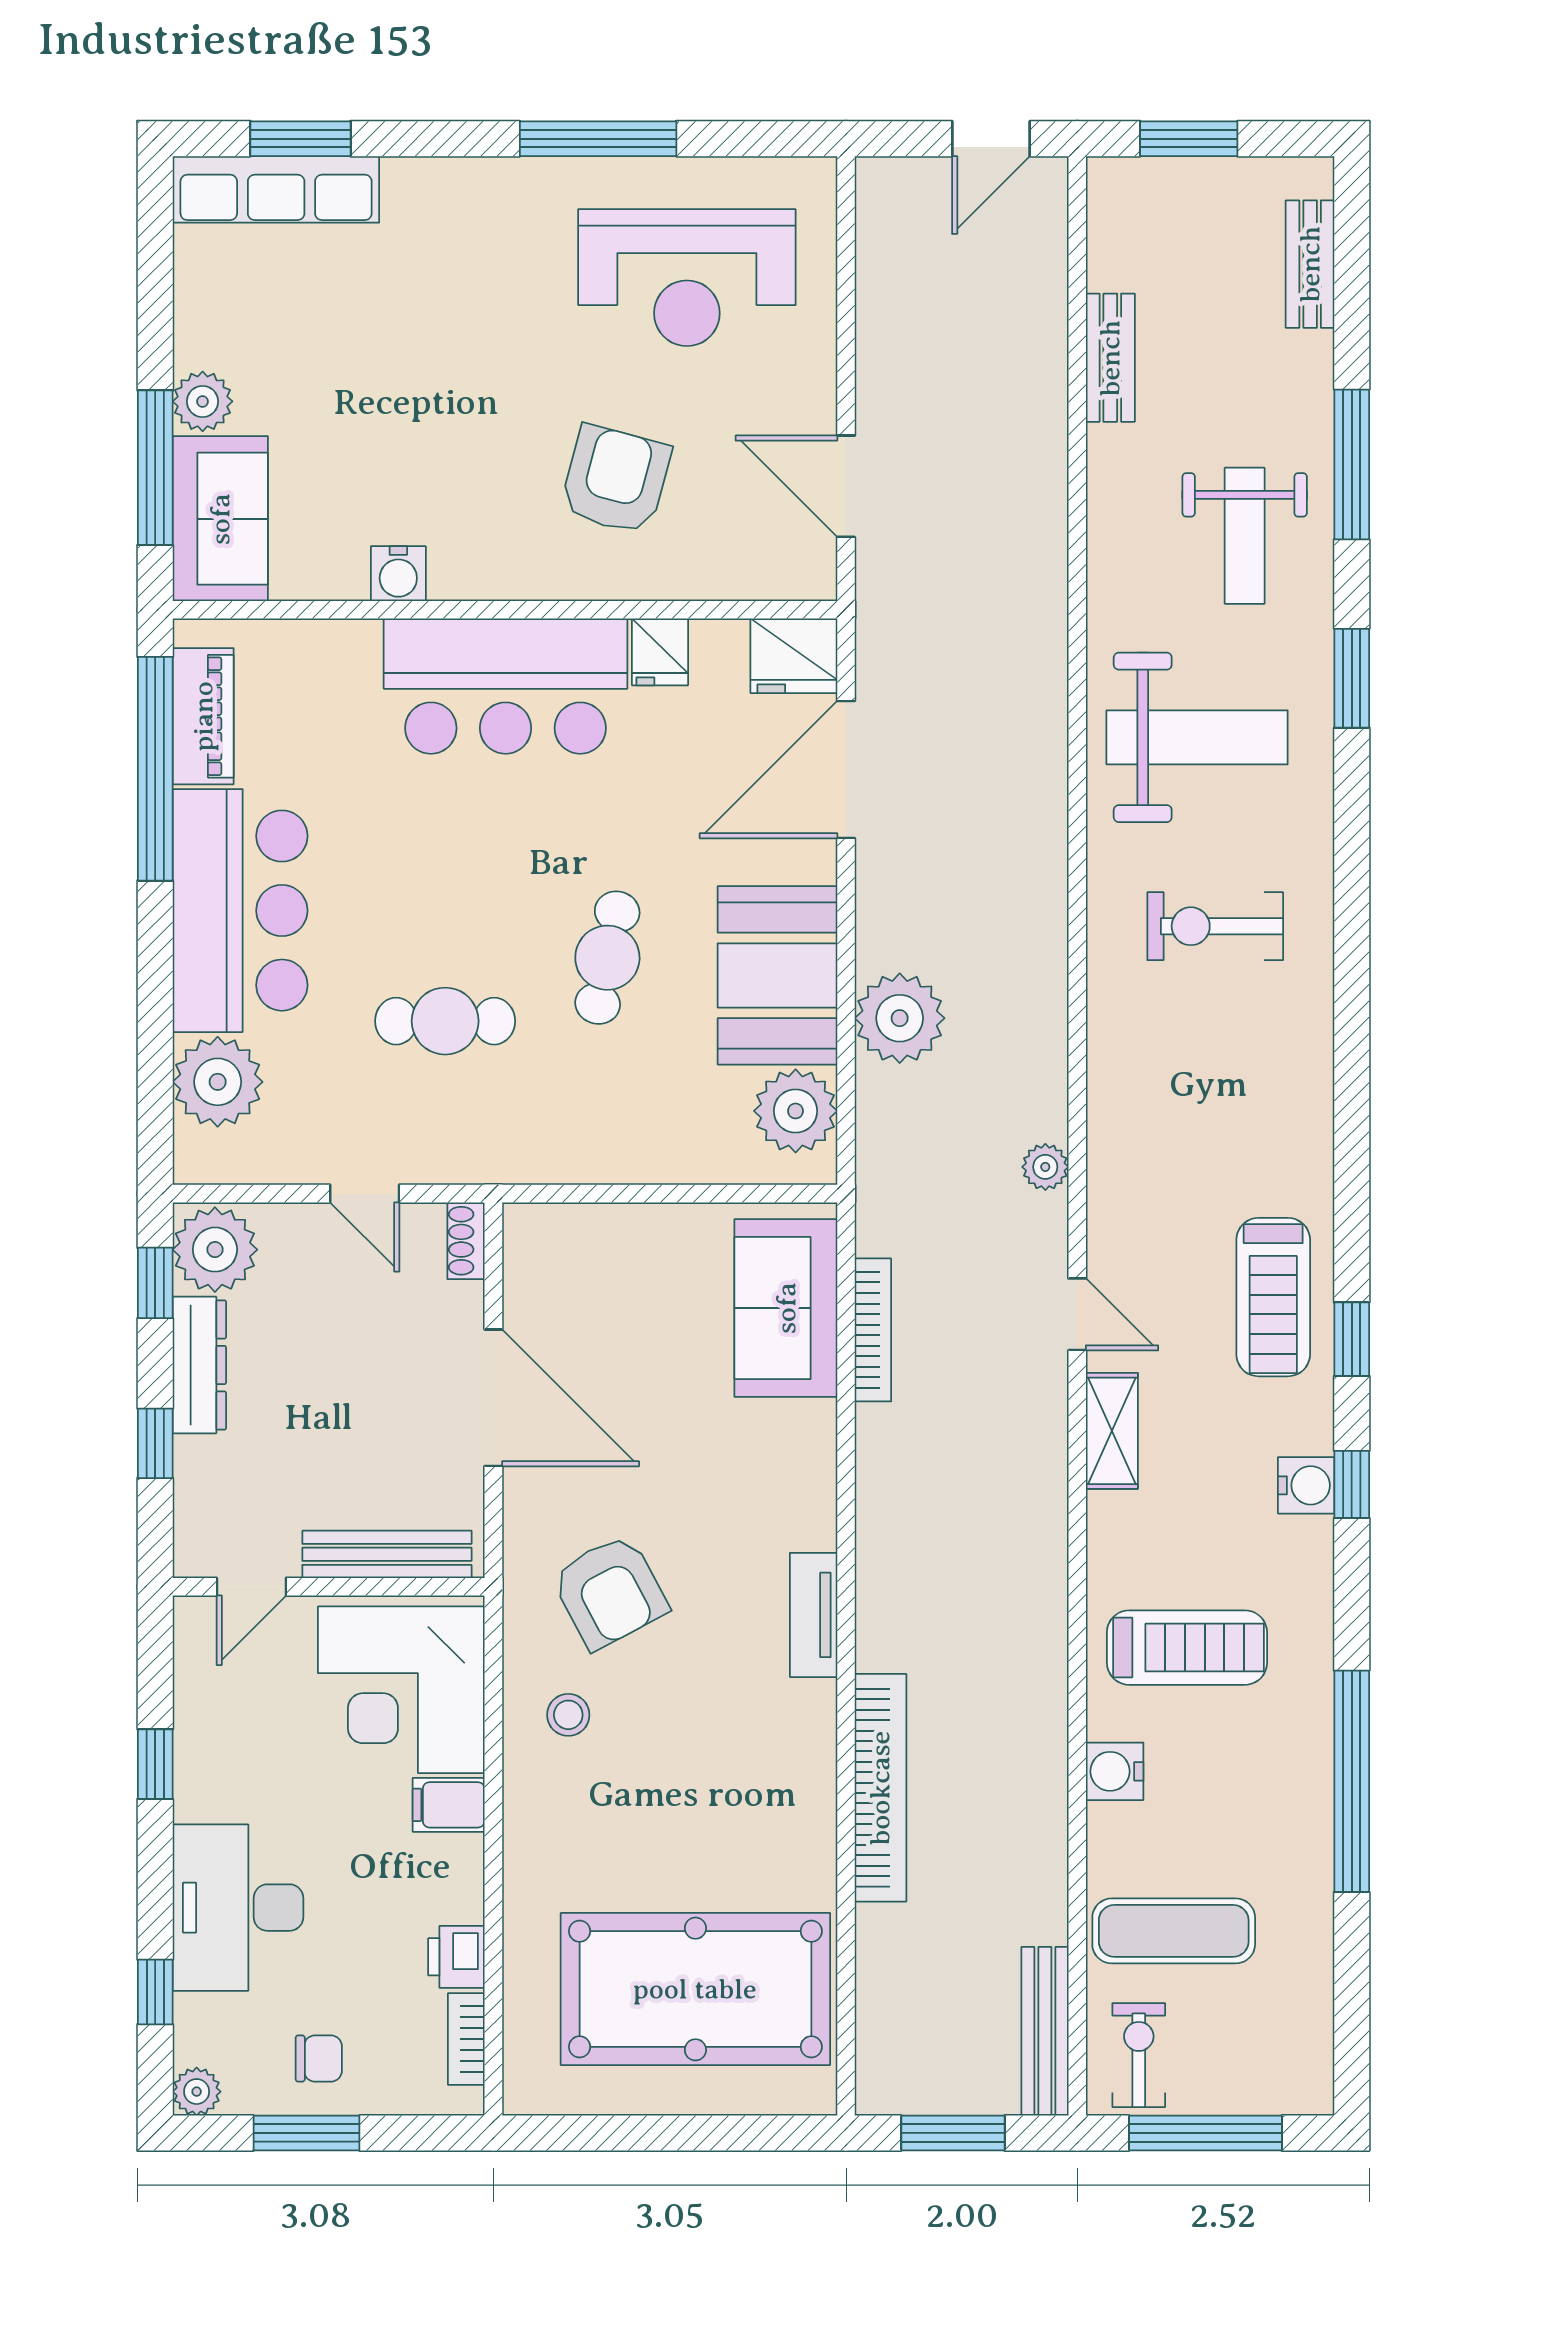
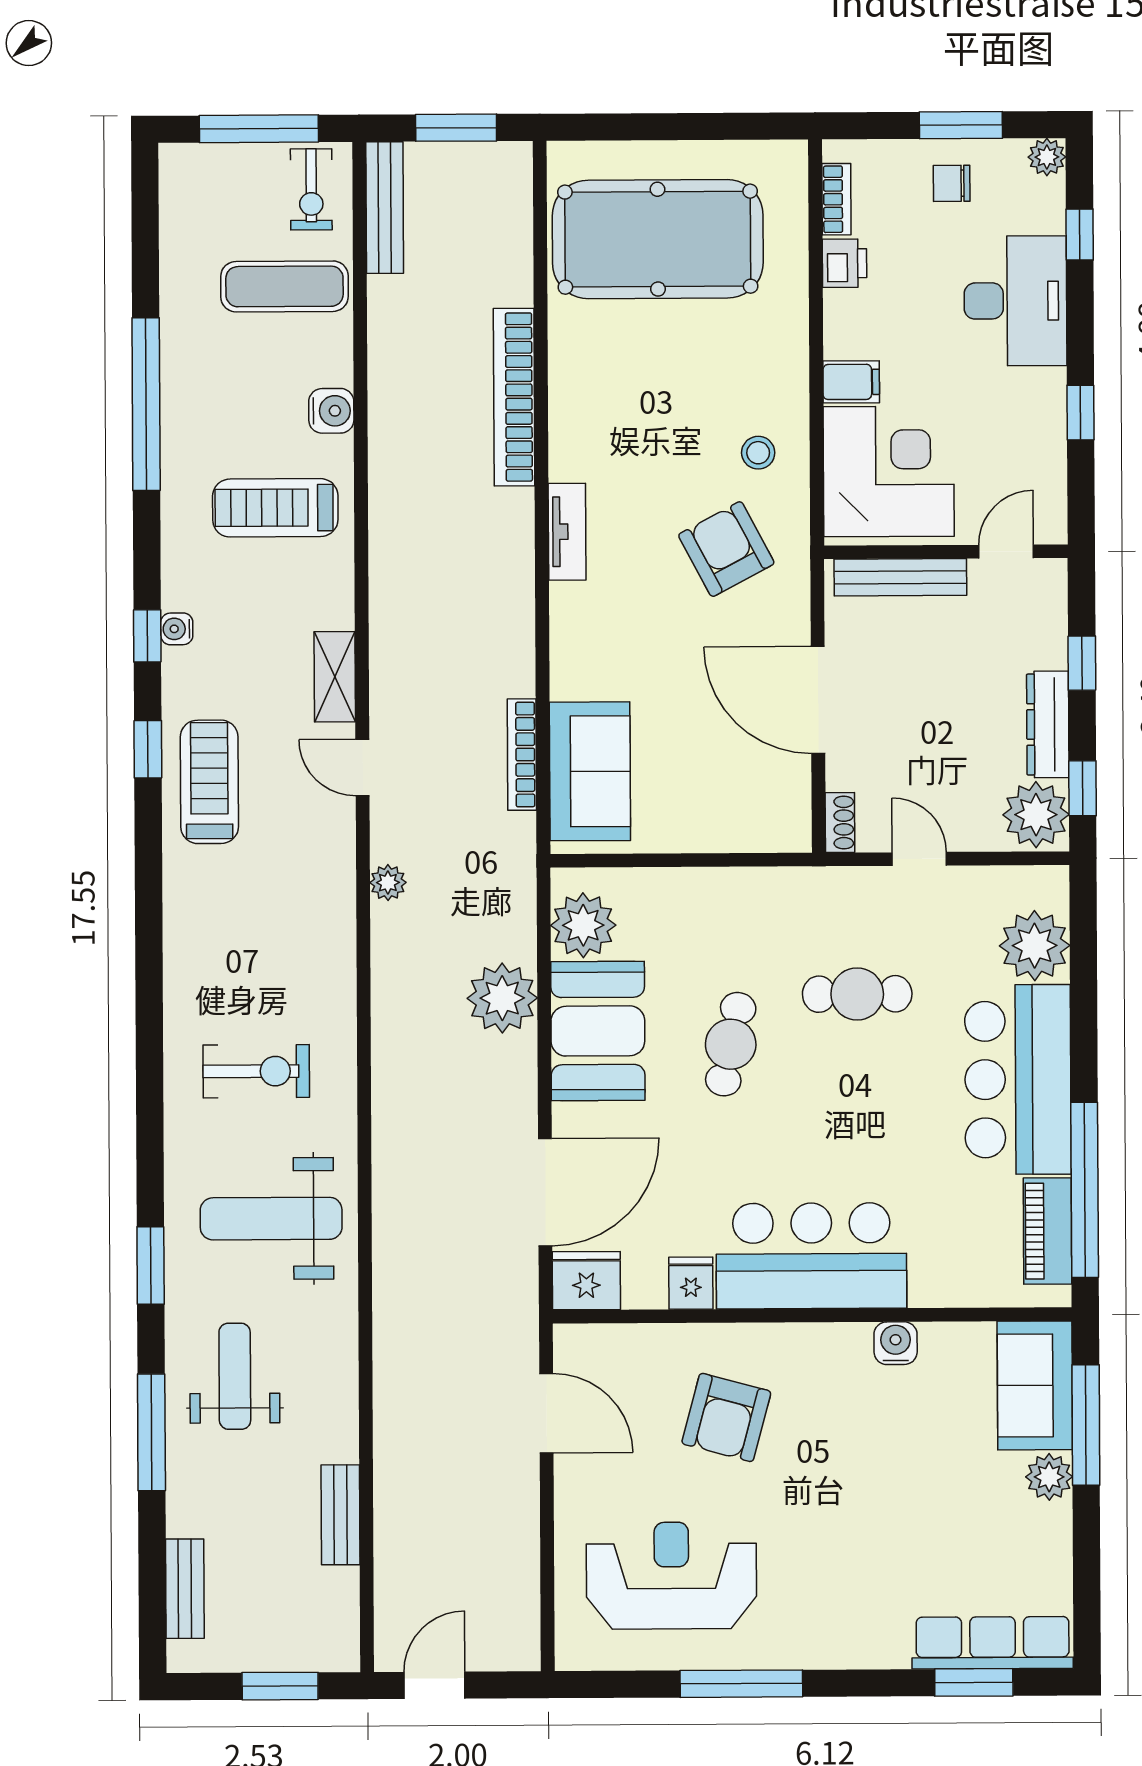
water cooler: (1306, 1485) -> (177, 629), width x0.72, depth x0.72

